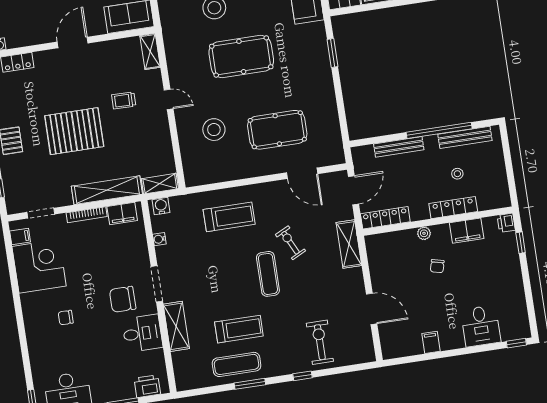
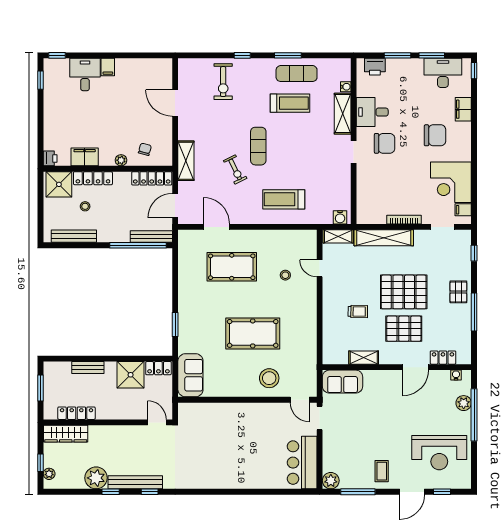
door: (73, 42) -> (415, 367), moved
shelving: (150, 51) -> (364, 358), moved, turned 90
pallet: (68, 89) -> (404, 329), added
door: (169, 99) -> (320, 268), moved
stool: (214, 130) -> (285, 275), width x0.53, depth x0.53
window: (439, 130) -> (138, 245), moved
bench: (399, 147) -> (151, 237), moved
shower: (491, 194) -> (59, 184), added
filing cabinet: (122, 213) -> (463, 109), moved, turned -90
water cooler: (159, 239) -> (346, 87), moved
window: (521, 243) -> (40, 80), moved
chair: (437, 266) -> (145, 149), moved
doorway: (157, 284) -> (354, 152), width x0.73
chair: (66, 318) -> (435, 135), width x1.87, depth x1.87
treadmill: (239, 329) -> (290, 103), turned 180
filing cabinet: (431, 342) -> (108, 67), moved

